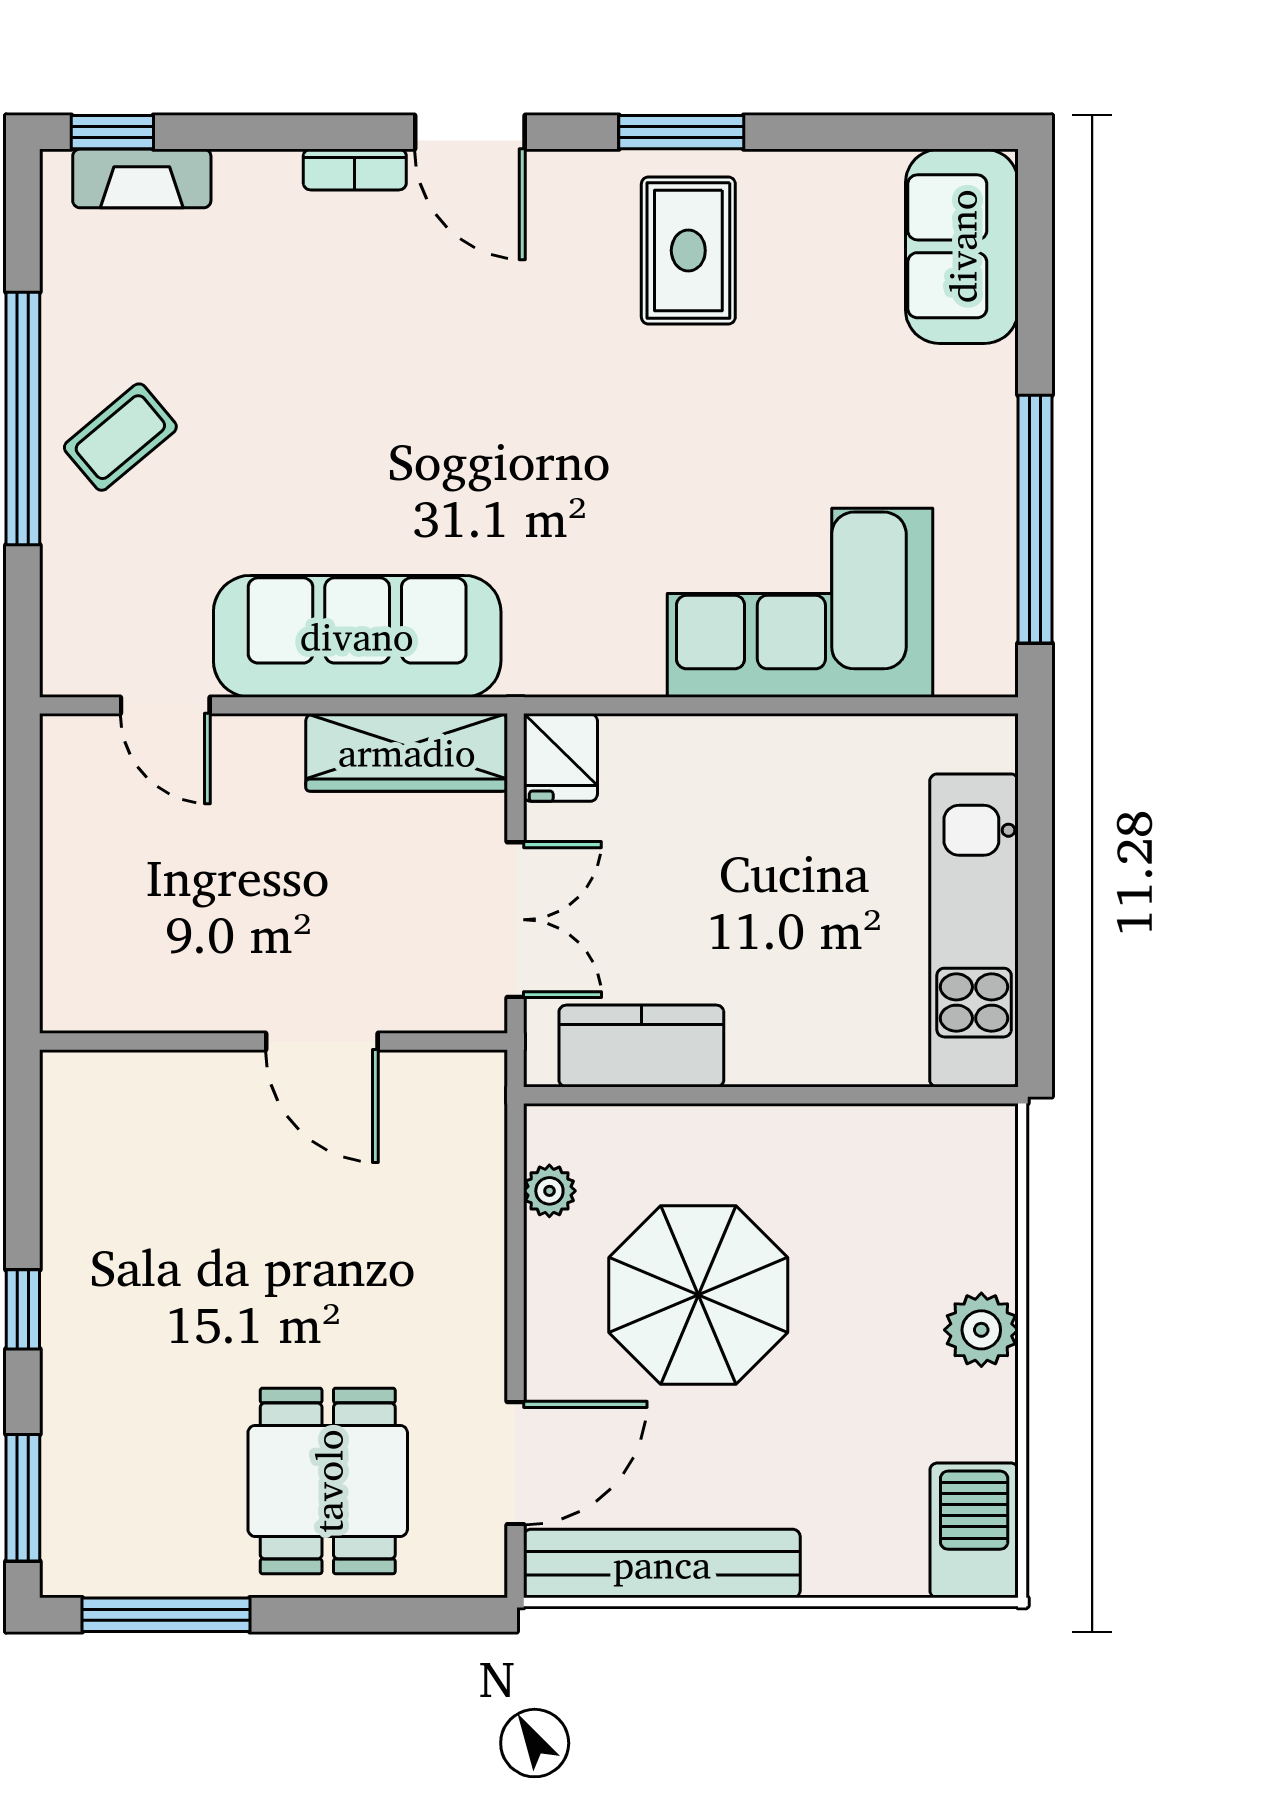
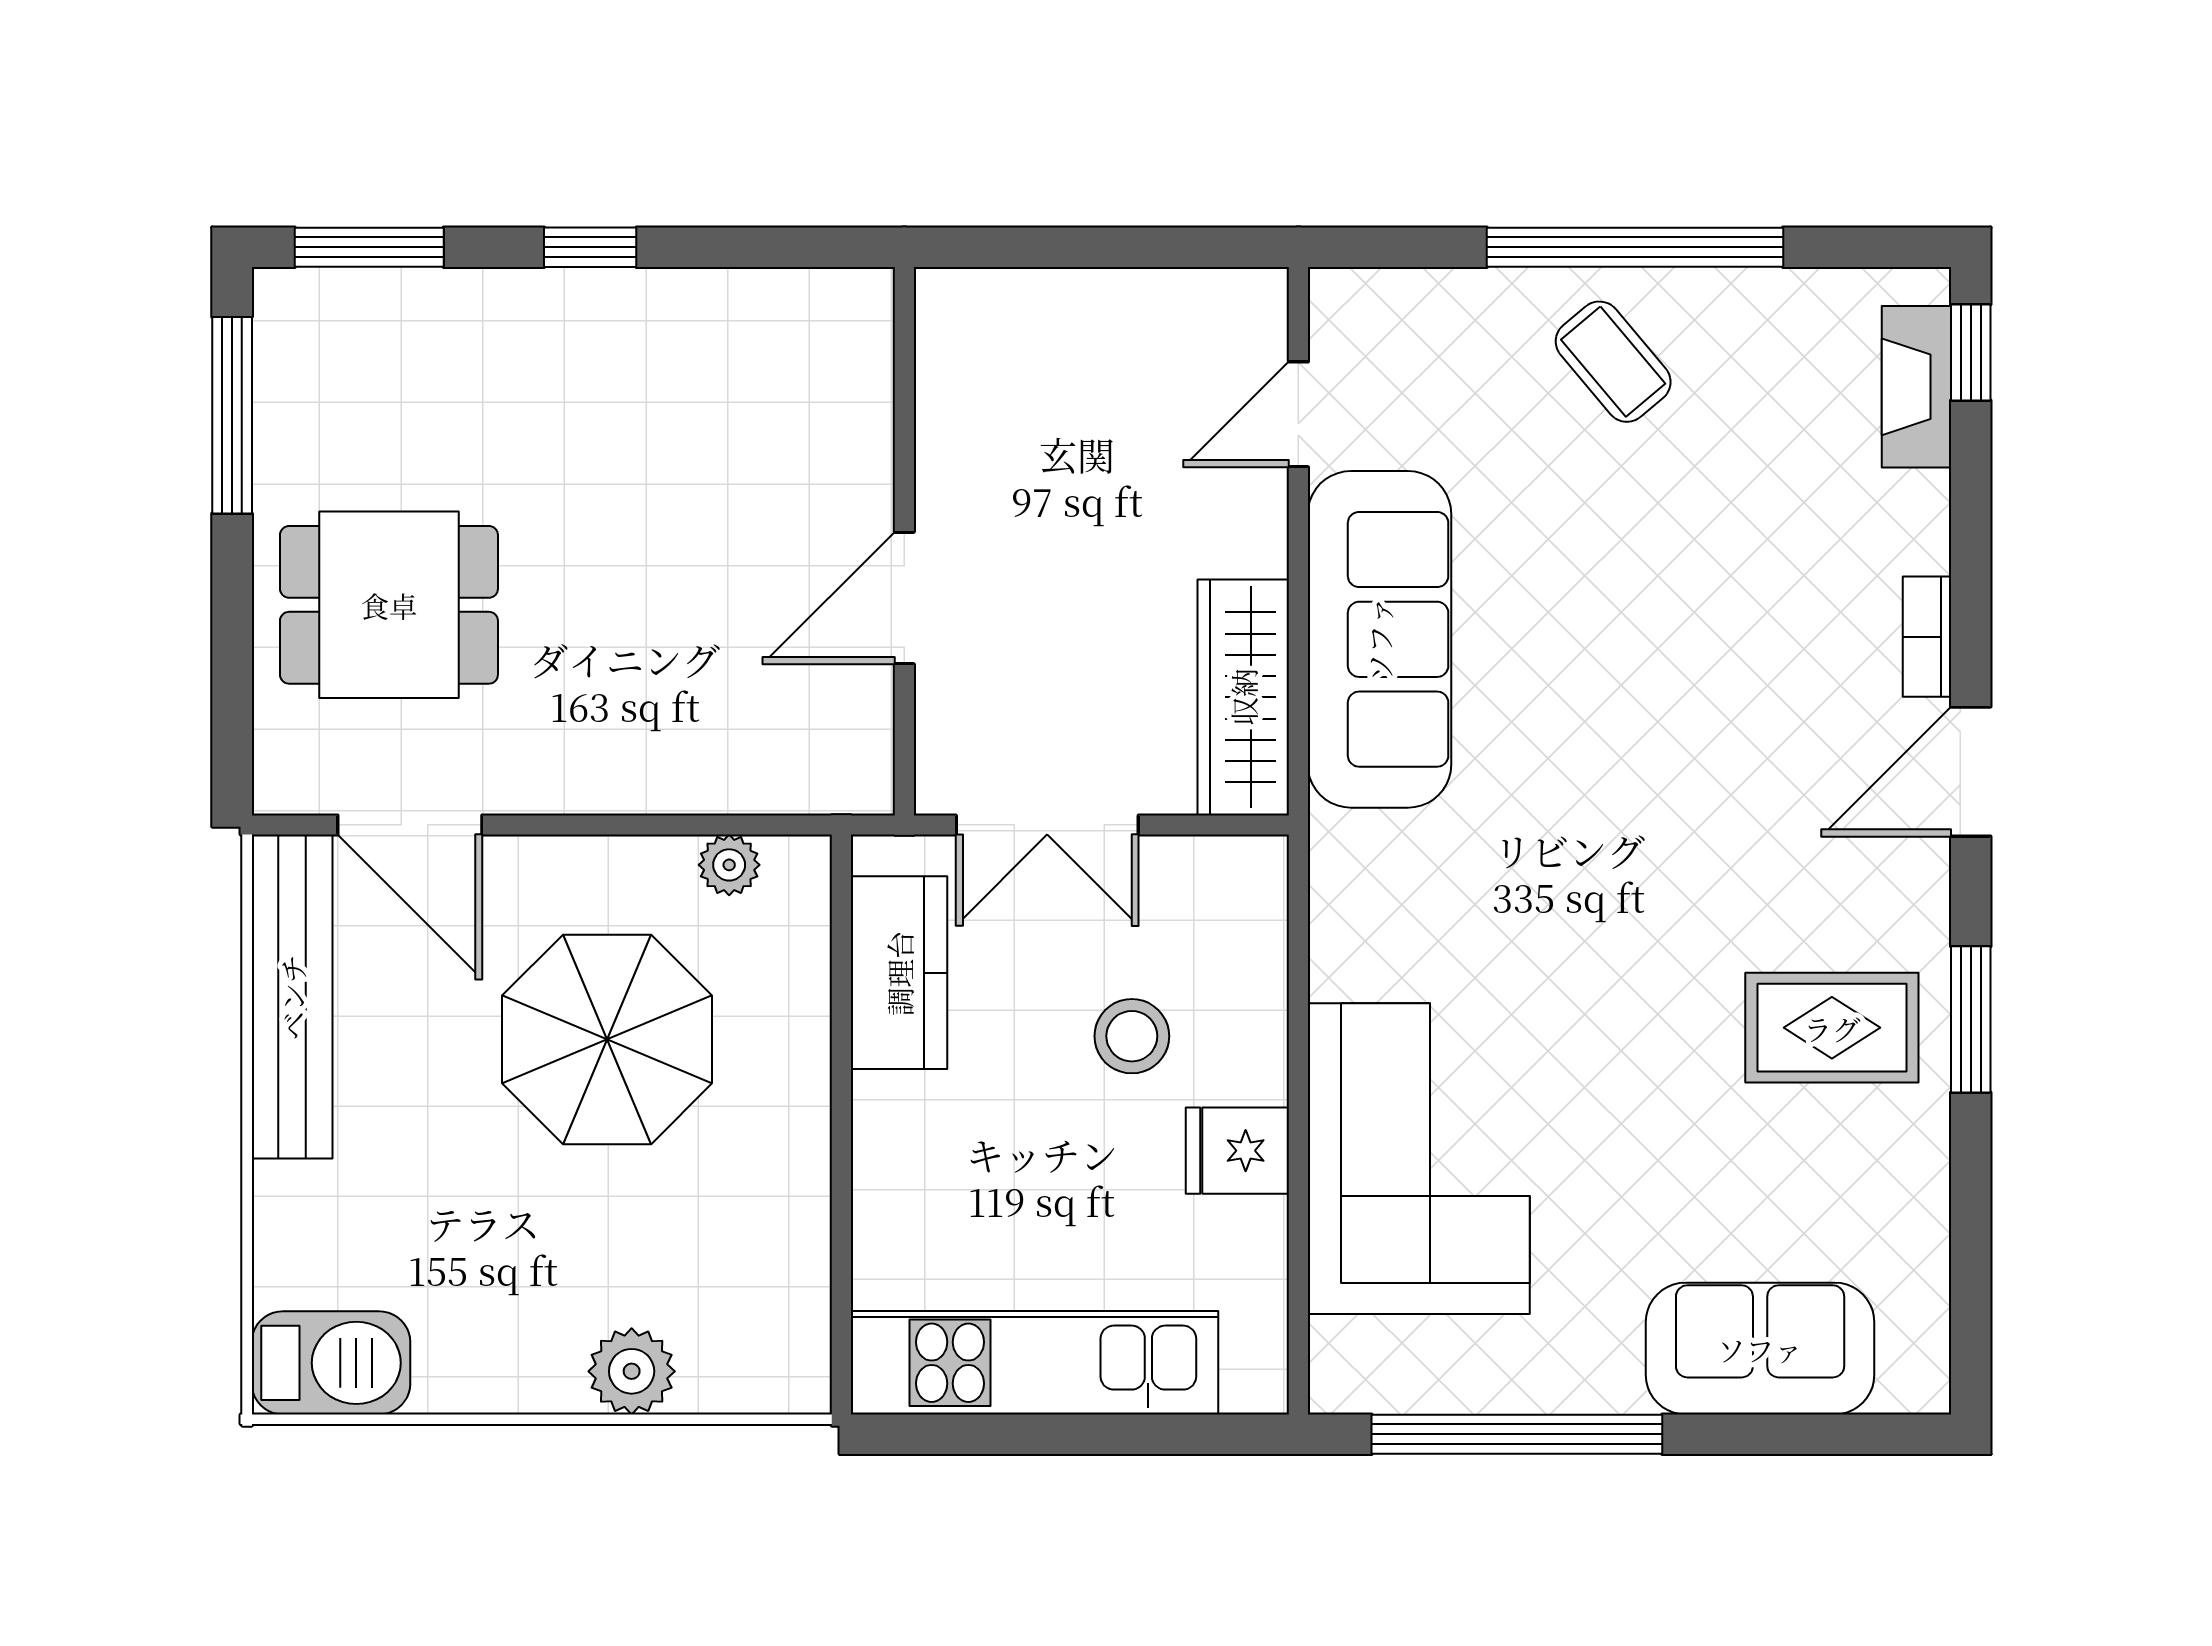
sofa: (962, 246) -> (1760, 1349), moved
fridge: (560, 757) -> (1237, 1151), moved
stool: (696, 847) -> (1132, 1036), added
plant: (981, 1330) -> (632, 1371), moved

